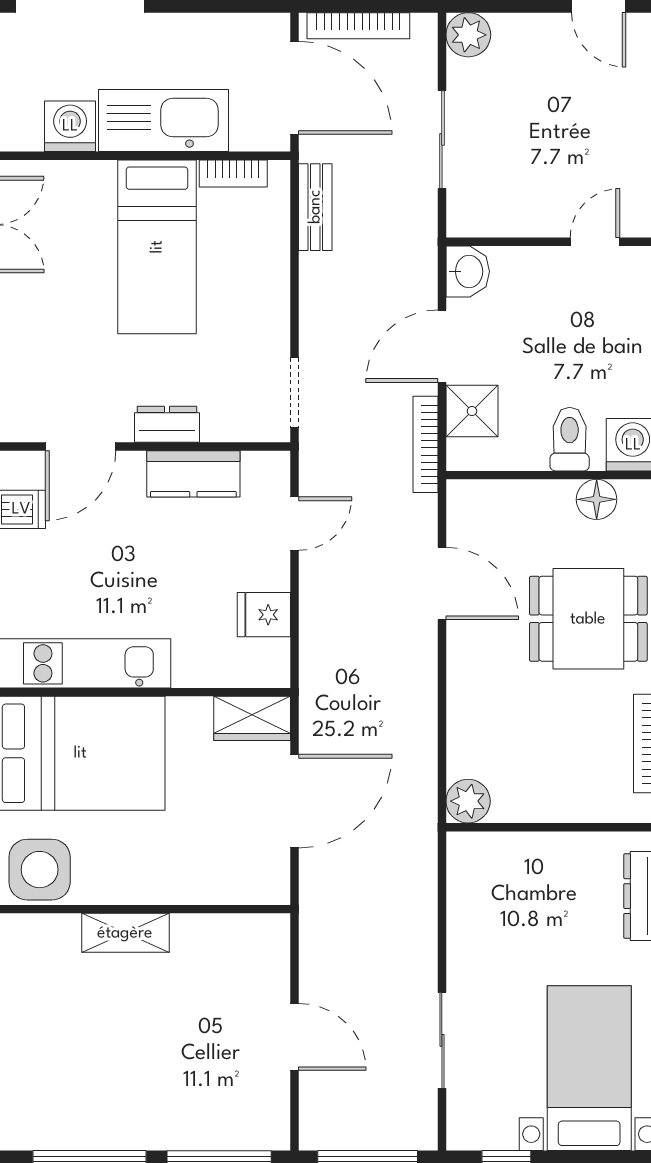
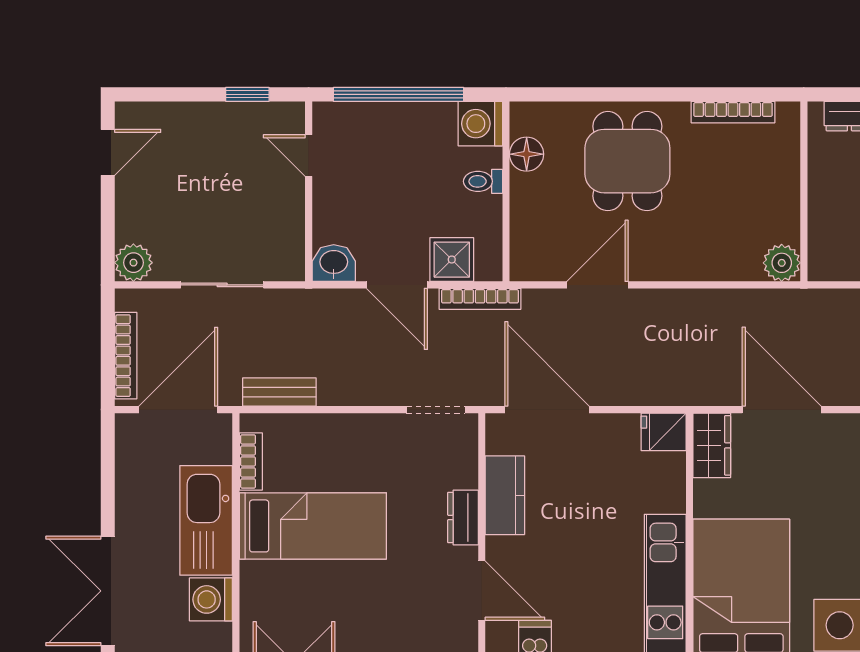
toilet: (570, 439) -> (483, 181), width x0.73, depth x0.72
door: (295, 524) -> (547, 410), width x1.87
fridge: (264, 615) -> (664, 432), moved, turned 90

